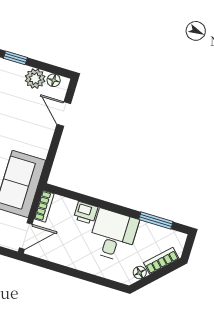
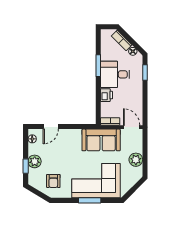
plant: (35, 79) -> (35, 161), moved
window: (156, 220) -> (98, 66), moved
window: (102, 281) -> (145, 72), added

